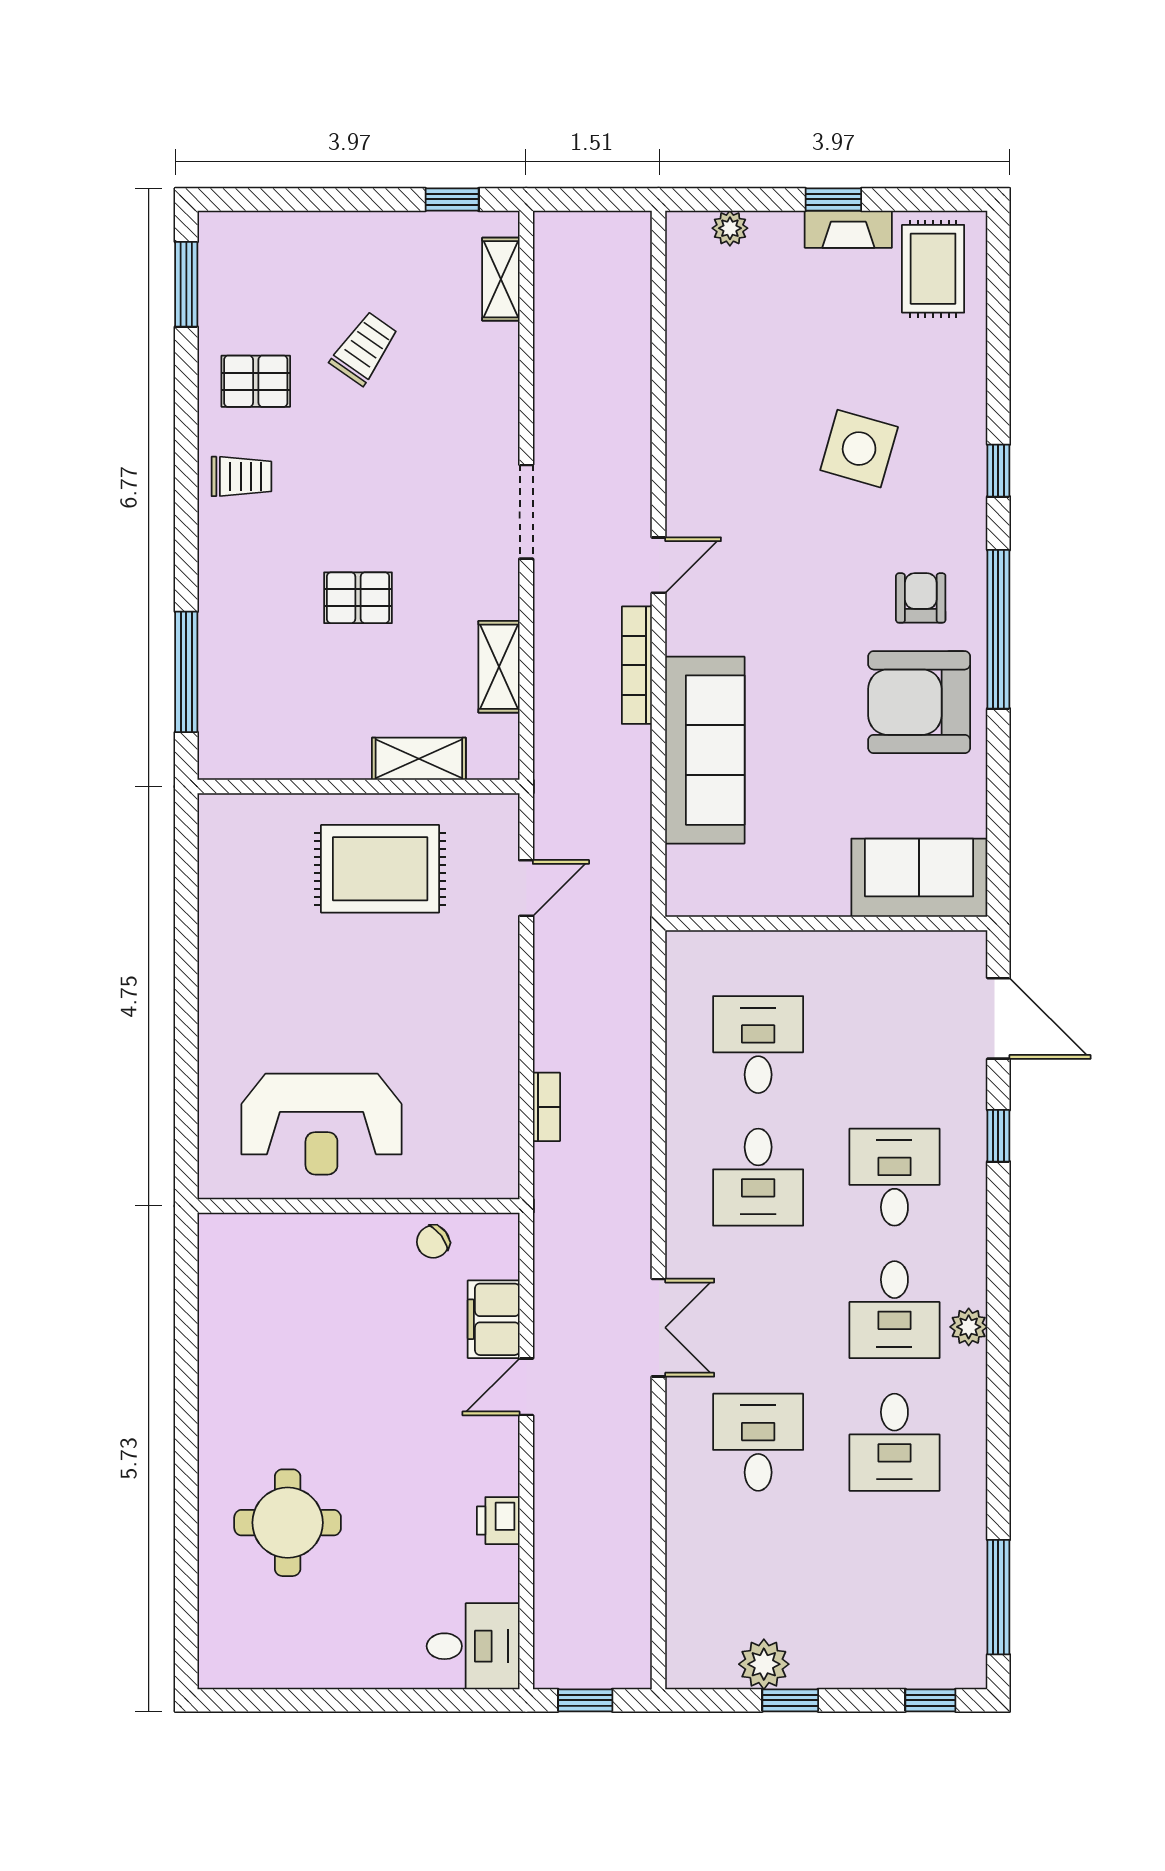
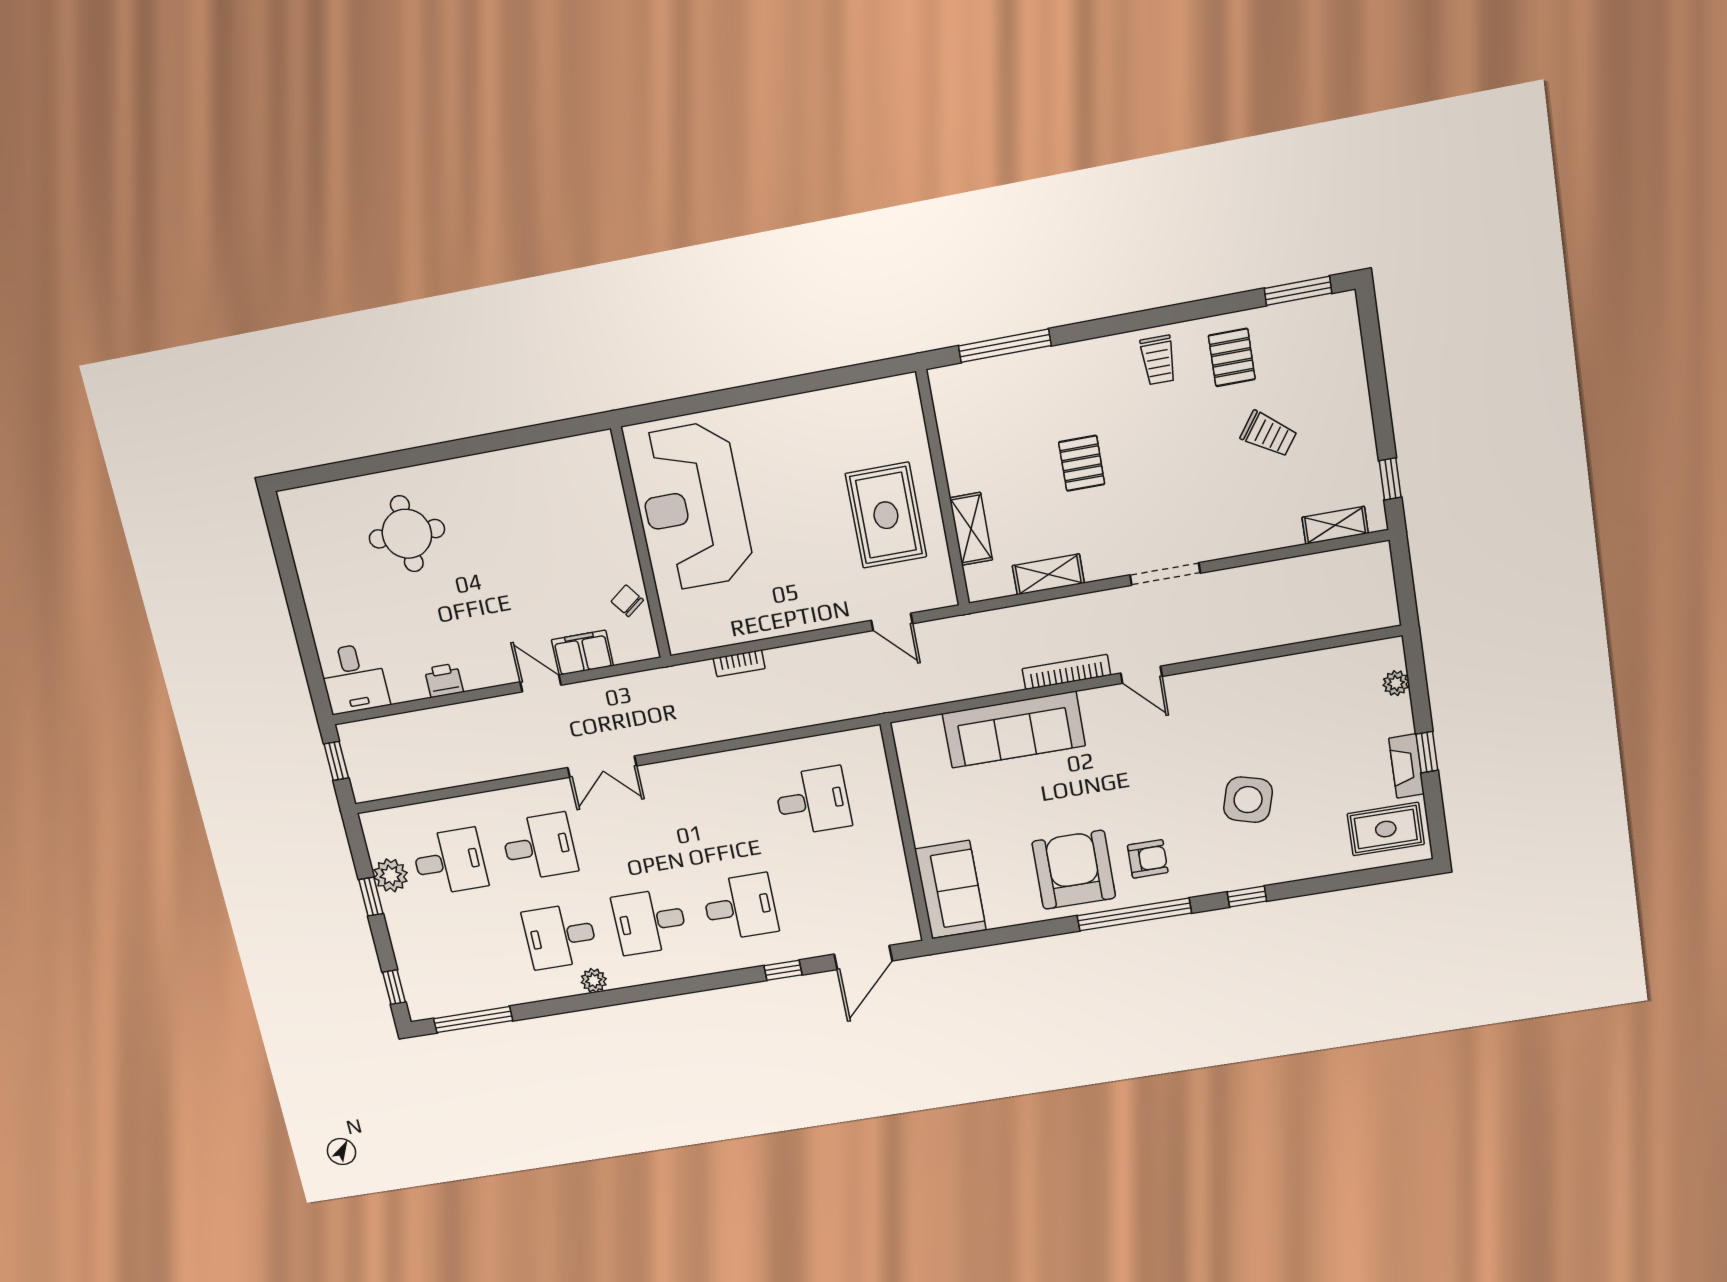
reception desk: (321, 1124) -> (694, 506), width x1.36, depth x1.30
desk: (758, 1177) -> (450, 862), moved, turned 180
plant: (969, 1327) -> (594, 981), moved

